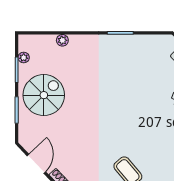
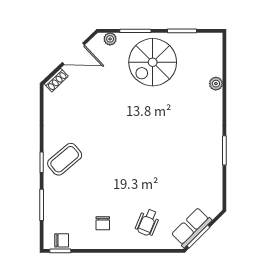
plant: (24, 58) -> (110, 39), moved
spiral stairs: (44, 95) -> (153, 62), turned 90

